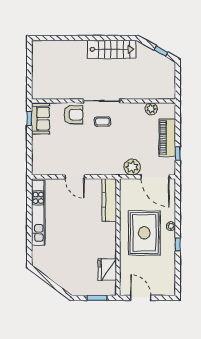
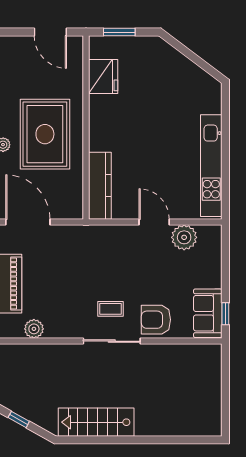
plant: (132, 167) -> (184, 237), moved

